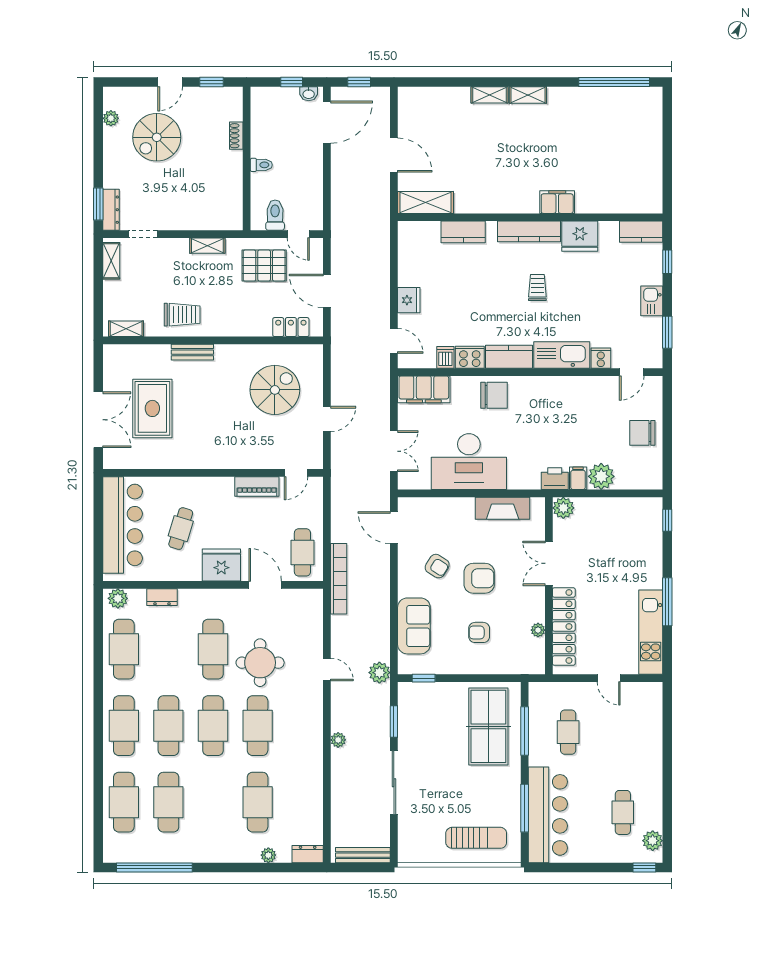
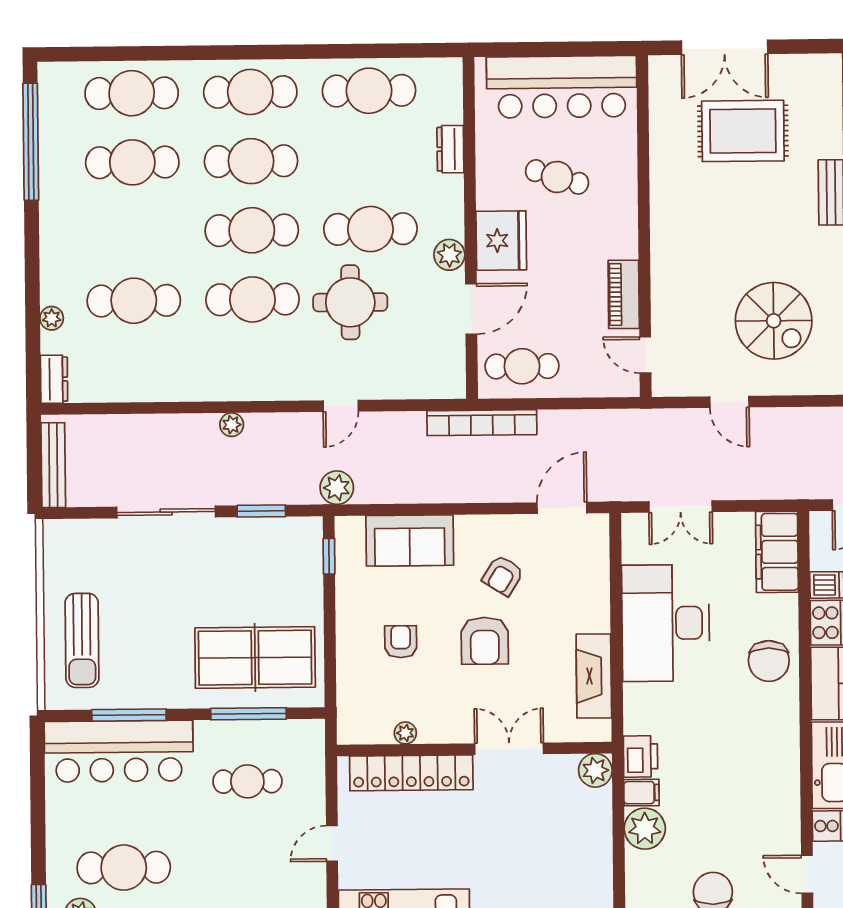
plant: (118, 598) -> (449, 255), moved
cafe table: (623, 812) -> (124, 868), width x1.37, depth x1.35

